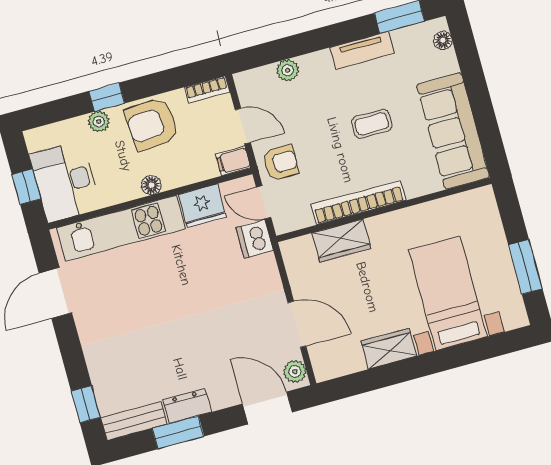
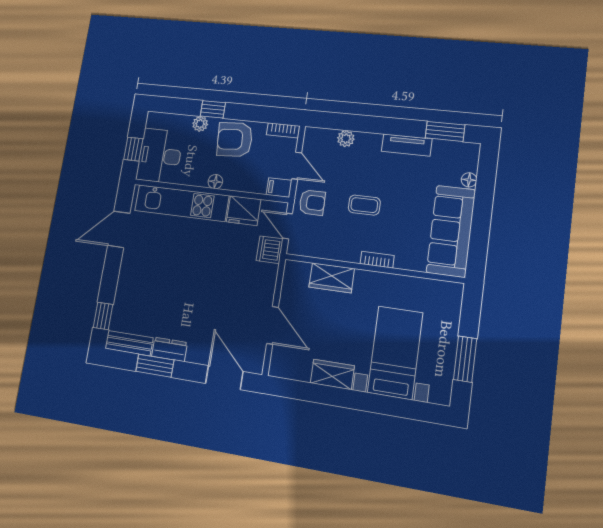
floor lamp: (443, 40) -> (469, 180), moved
coffee table: (372, 124) -> (364, 205), moved
bookcase: (358, 203) -> (377, 260), width x0.43, depth x0.76
plant: (295, 371) -> (256, 360), removed

